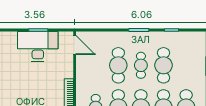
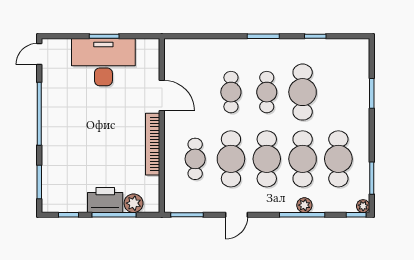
door: (75, 45) -> (162, 95), moved
cafe table: (118, 65) -> (231, 92), width x0.73, depth x0.74

